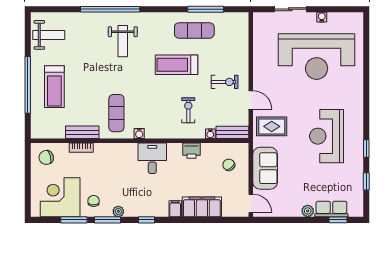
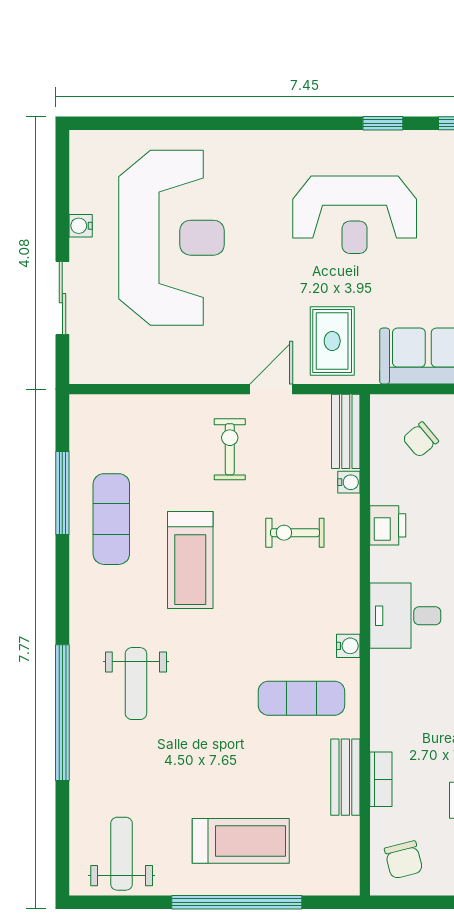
weight bench: (123, 41) -> (136, 684), turned 90

